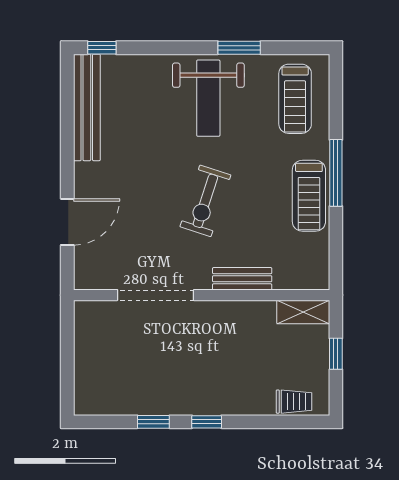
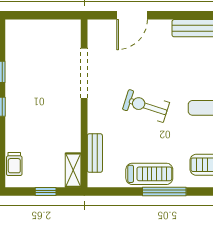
treadmill: (309, 196) -> (149, 174), turned 180
door: (67, 222) -> (132, 15), hinge flipped
bench: (242, 279) -> (95, 153), moved

